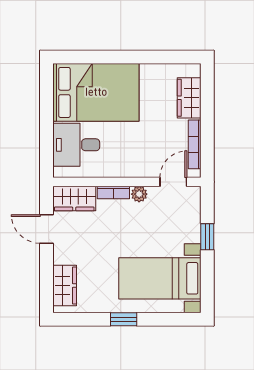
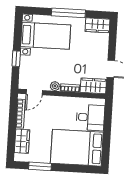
window: (156, 57) -> (40, 166), added
wardrobe: (65, 286) -> (98, 25), moved, turned -90
window: (124, 319) -> (68, 13), width x2.17

